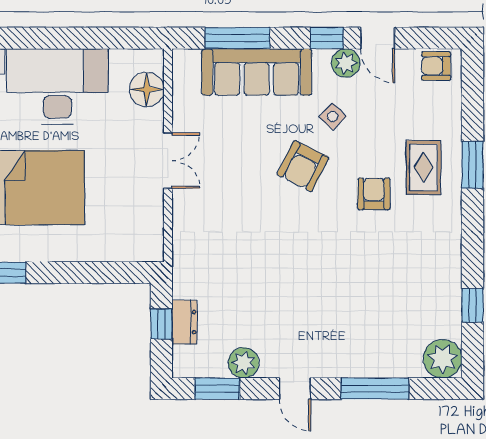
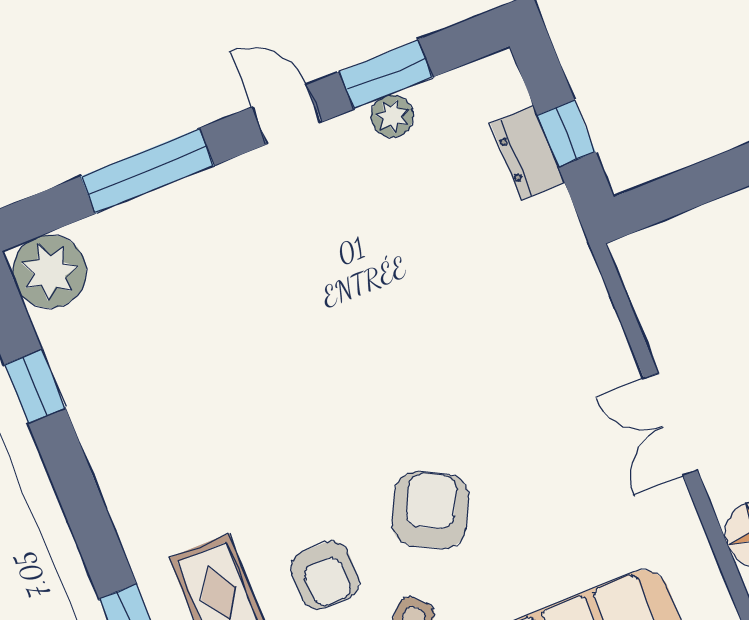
armchair: (374, 194) -> (325, 575), moved
plant: (244, 363) -> (392, 116), width x0.73, depth x0.73
window: (217, 389) -> (386, 75), moved

